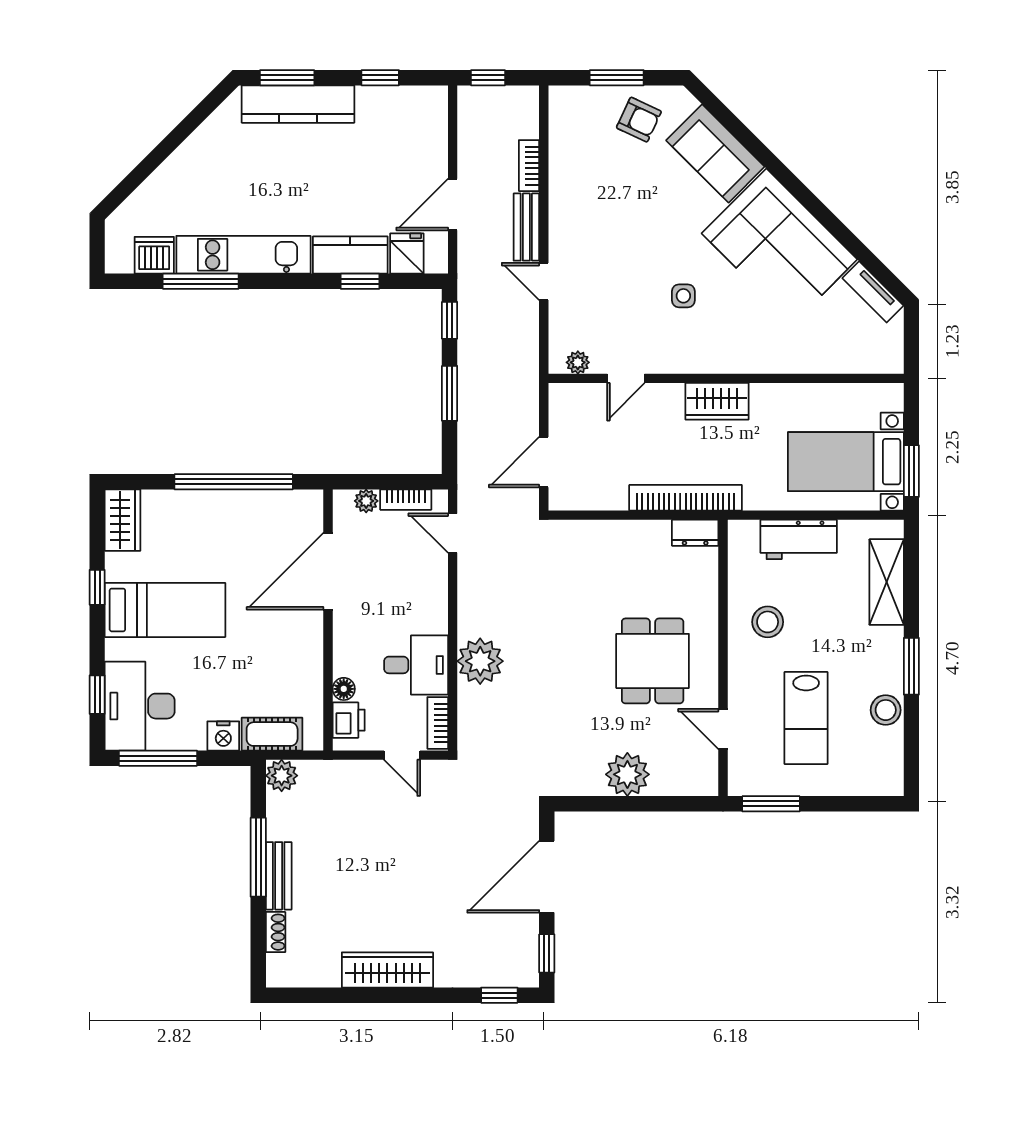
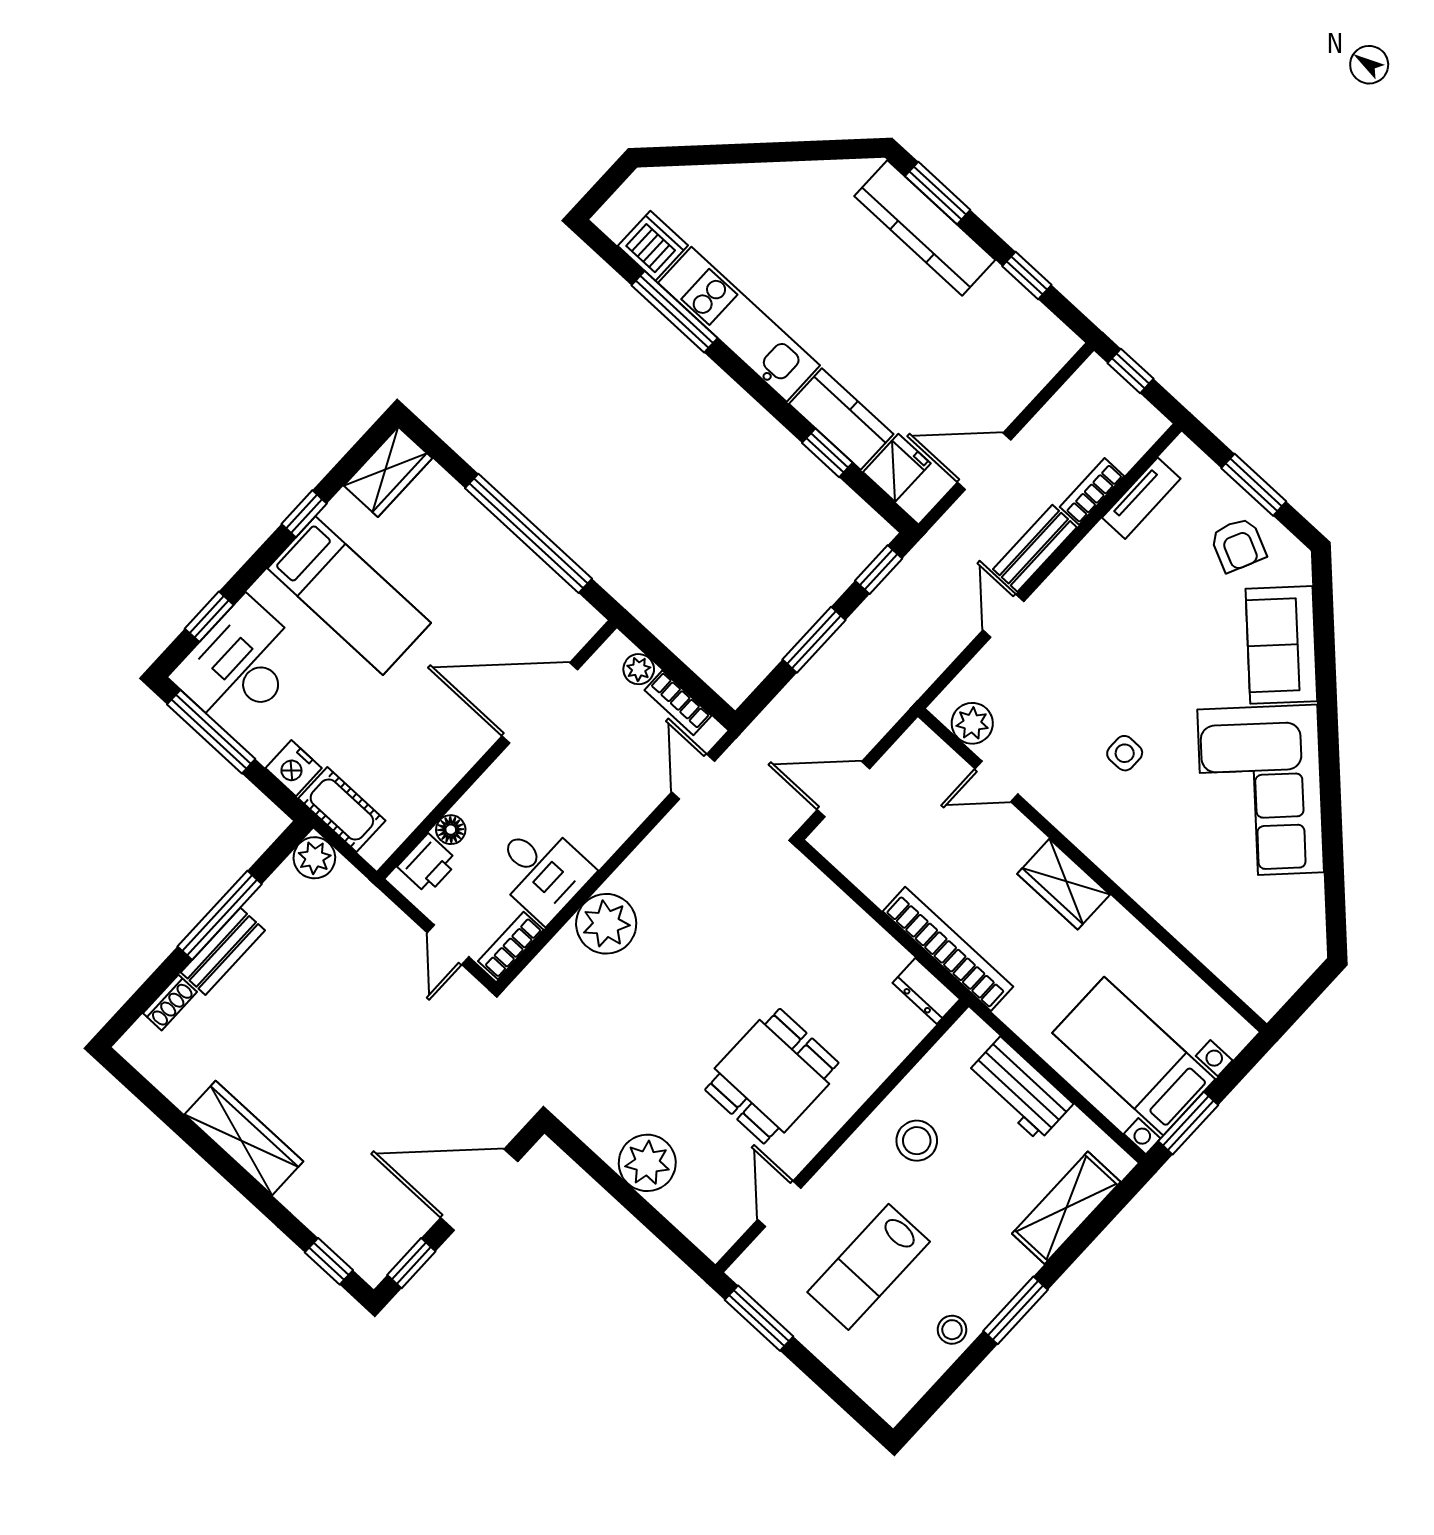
tv unit: (873, 292) -> (1141, 498), moved, turned -135
plant: (578, 362) -> (972, 723), width x1.38, depth x1.38
stool: (886, 710) -> (952, 1330), width x0.73, depth x0.73

